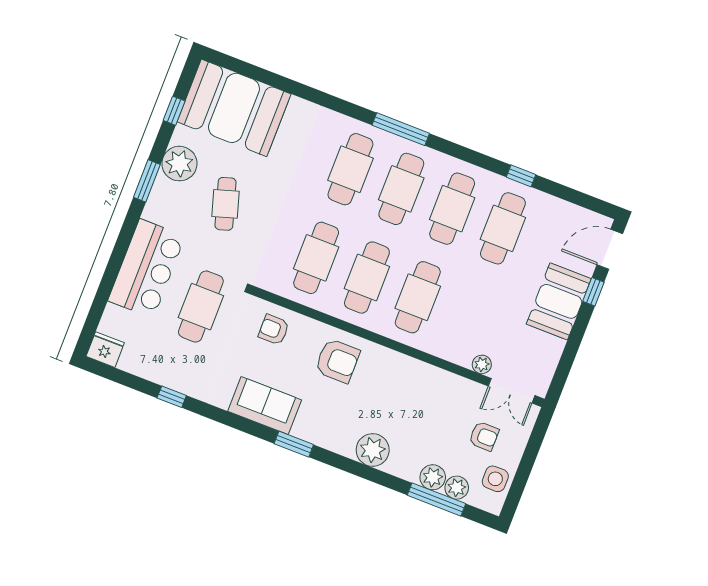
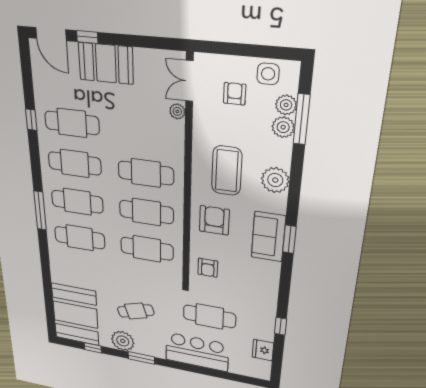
fridge: (105, 350) -> (263, 350), moved
double door: (512, 391) -> (189, 81), swing flipped
coffee table: (397, 397) -> (227, 171), added
sofa: (265, 406) -> (268, 237), moved

